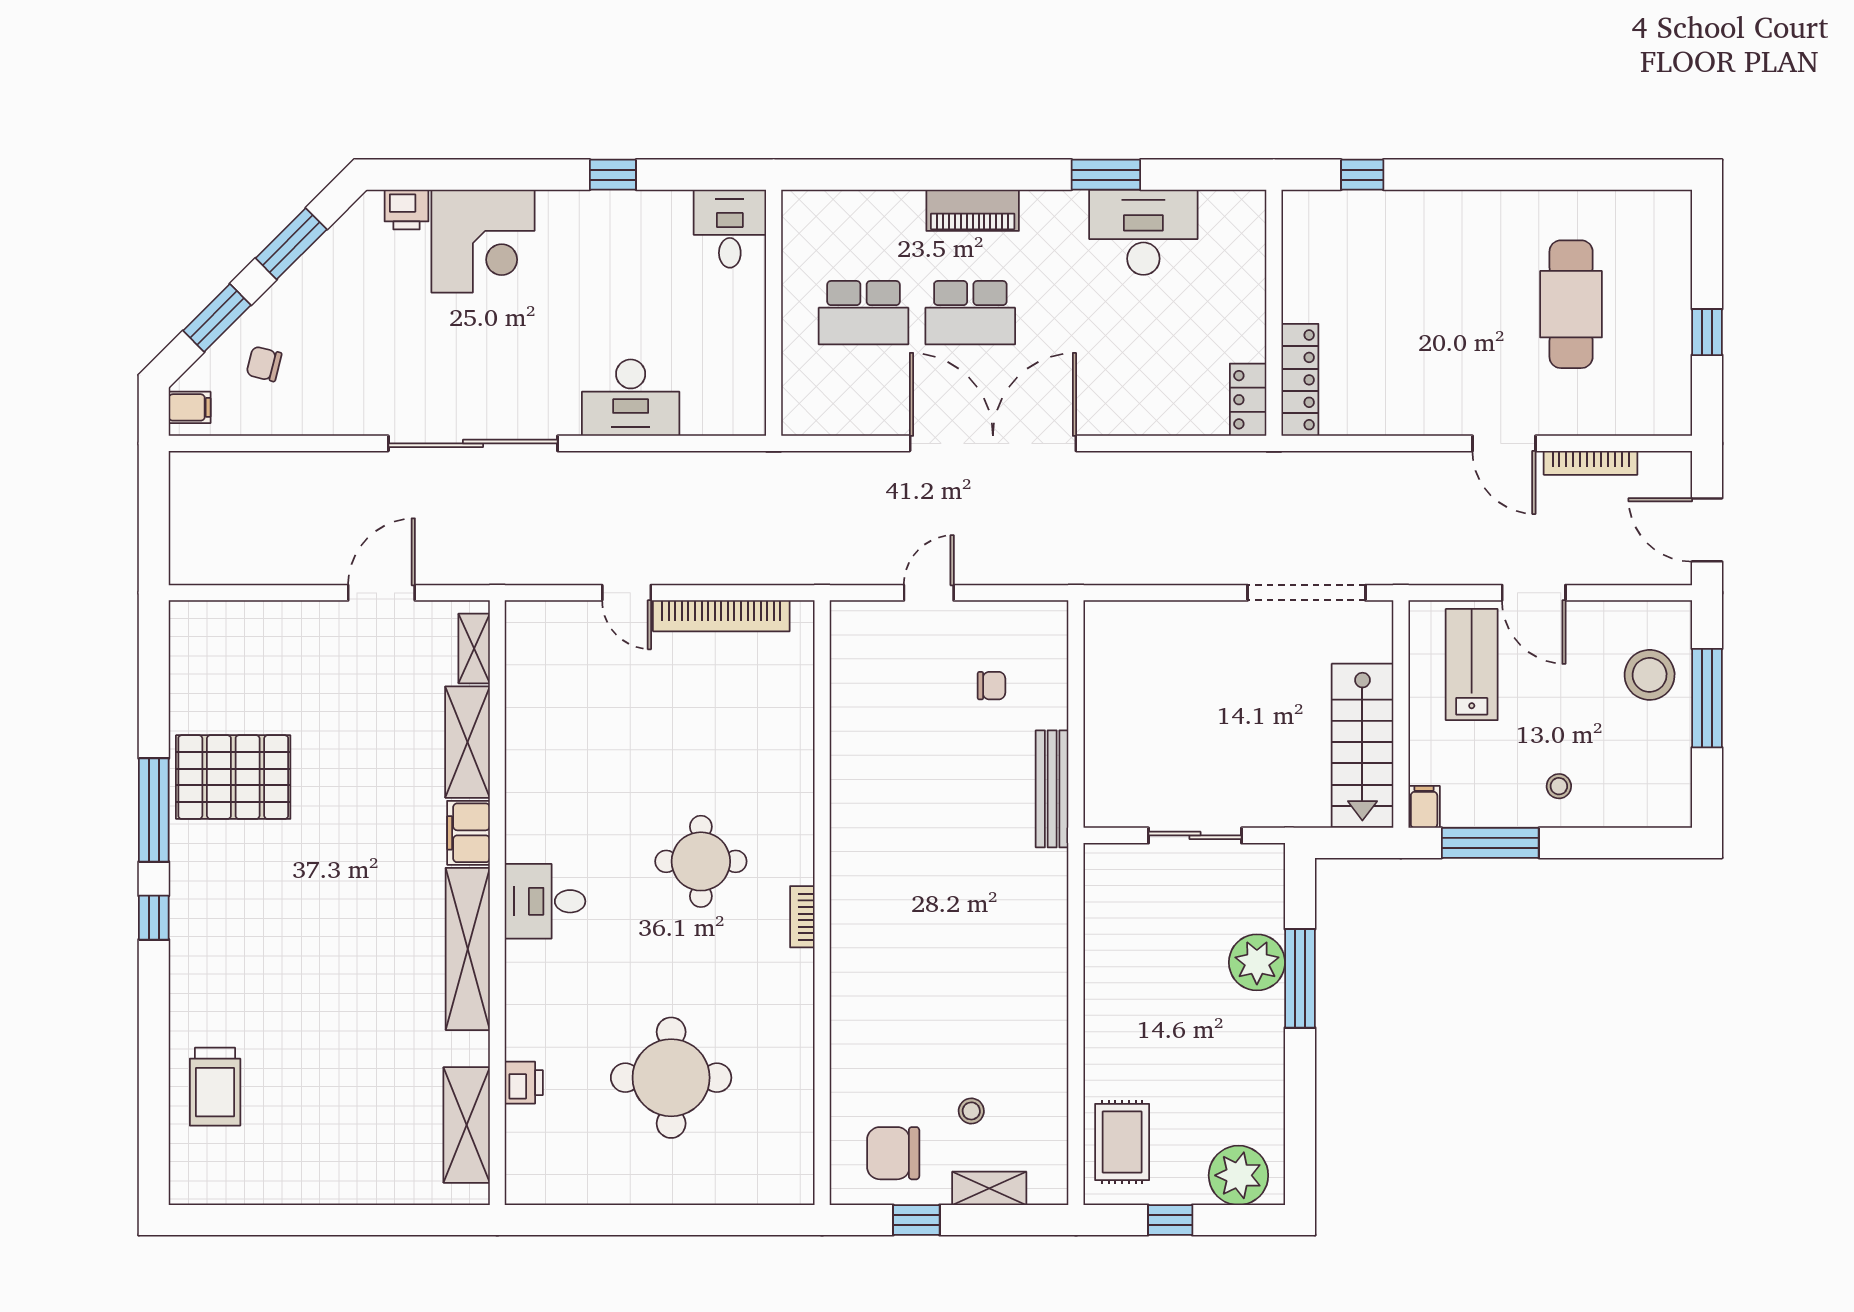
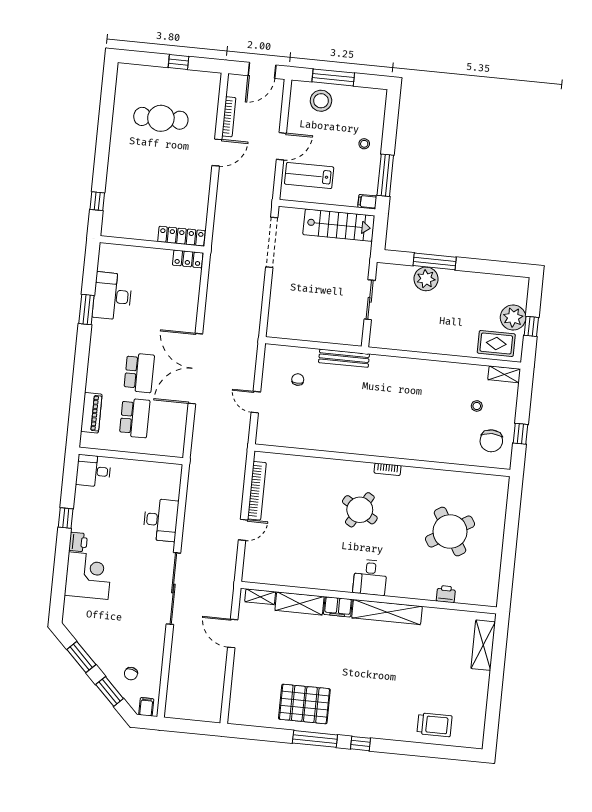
printer: (407, 209) -> (78, 542), moved
piano: (973, 210) -> (91, 413), moved
pallet: (233, 777) -> (304, 704), turned 90
round table: (701, 861) -> (360, 510), turned 31
round table: (671, 1078) -> (450, 532), turned -32
shelving: (467, 1125) -> (483, 645), moved, turned 90
plant: (1238, 1175) -> (513, 317), moved
shelving: (989, 1188) -> (504, 374), moved, turned 90

